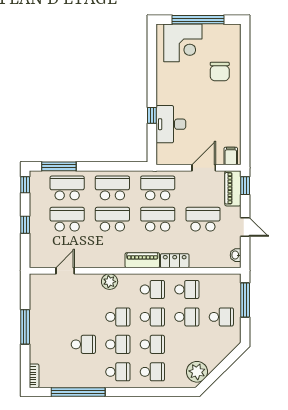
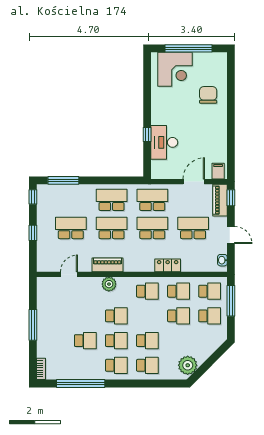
chair: (220, 71) -> (208, 95), turned 180
school desk: (67, 188) -> (71, 200), removed
piano: (142, 260) -> (107, 265), moved
school desk: (152, 317) -> (210, 291), moved

